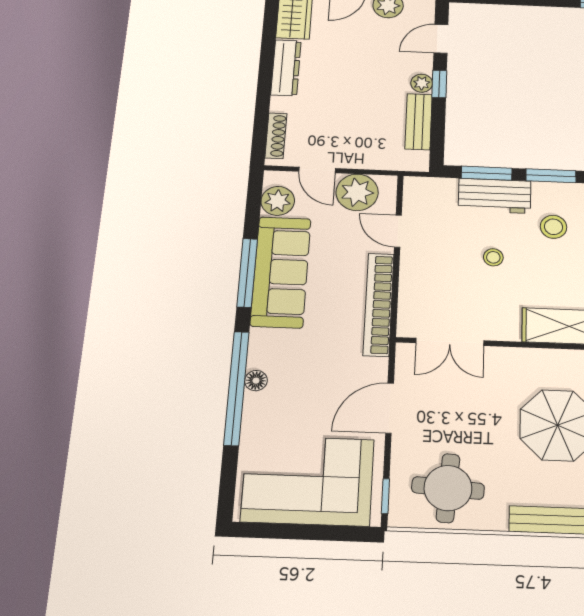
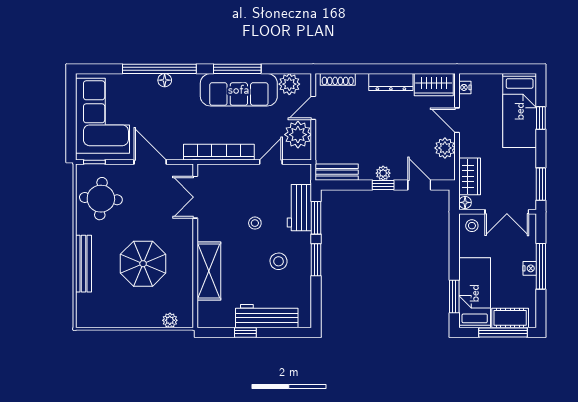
bench: (419, 122) -> (337, 172), moved
workbench: (495, 196) -> (299, 208), moved

